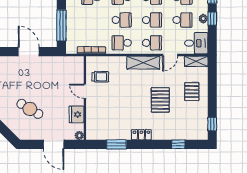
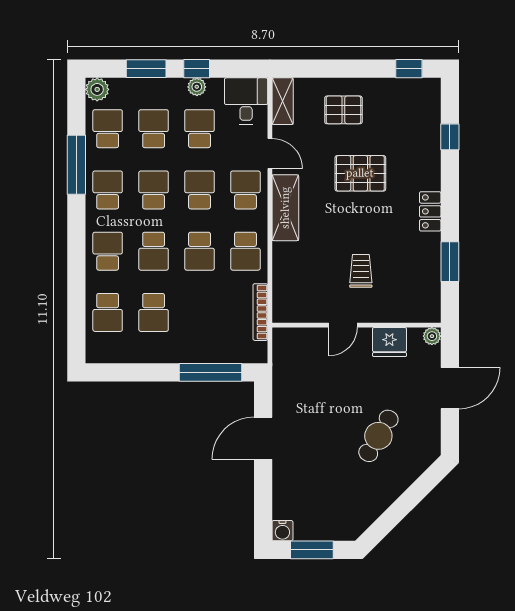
school desk: (122, 20) -> (200, 251), turned 180
trolley: (100, 77) -> (361, 271), moved

